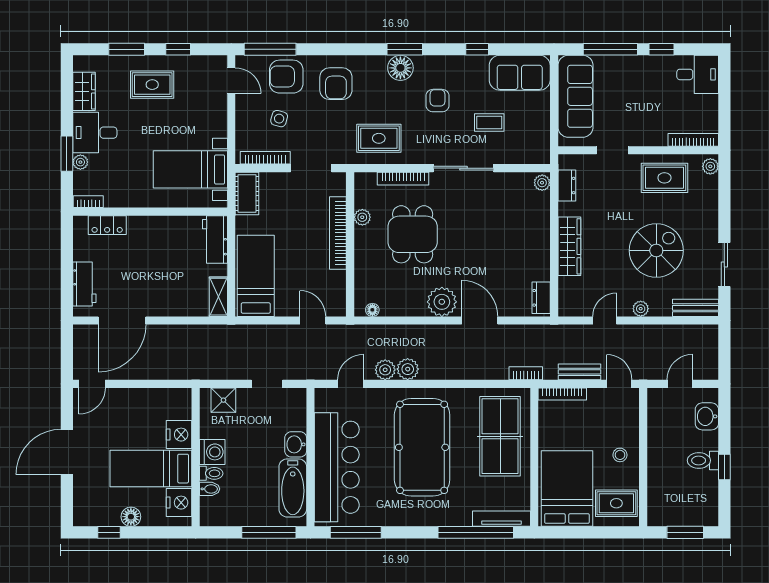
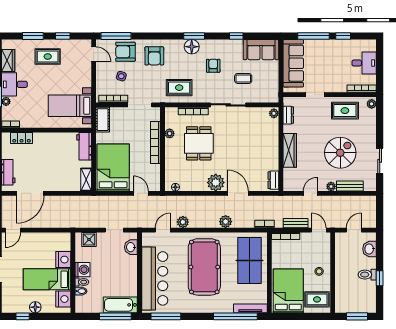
desk: (698, 74) -> (364, 63), moved
bed: (256, 276) -> (113, 167), width x1.50
bench: (695, 308) -> (350, 186), moved
plant: (408, 369) -> (226, 222), moved
washbasin: (296, 444) -> (131, 247), moved
bathtub: (293, 488) -> (120, 305), moved, turned 90

